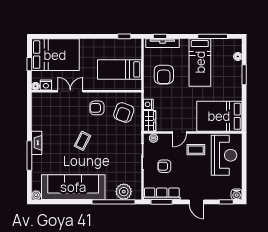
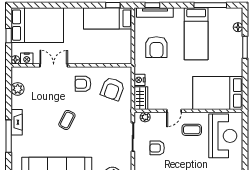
bed: (119, 69) -> (108, 18), moved
plant: (38, 113) -> (18, 89), added

